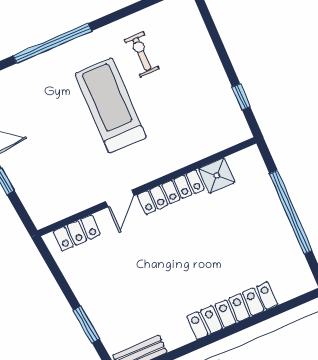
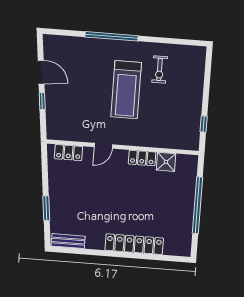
exercise bike: (142, 54) -> (160, 70), turned 180
treadmill: (111, 105) -> (126, 90), turned 180
locker: (171, 192) -> (142, 158), width x0.66

